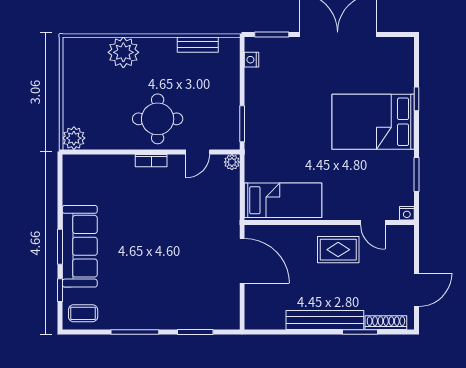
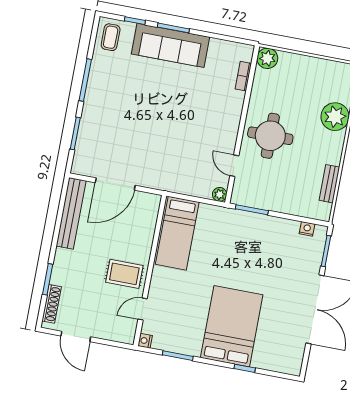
bookcase: (151, 161) -> (243, 76), moved
rug: (338, 250) -> (124, 274), turned 90
door: (242, 261) -> (115, 184), moved
bench: (325, 320) -> (71, 213), moved

